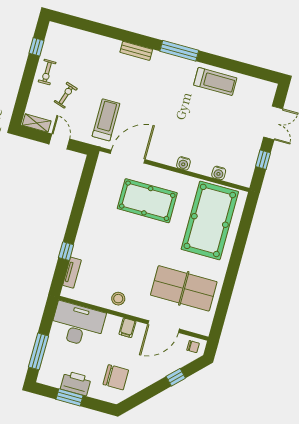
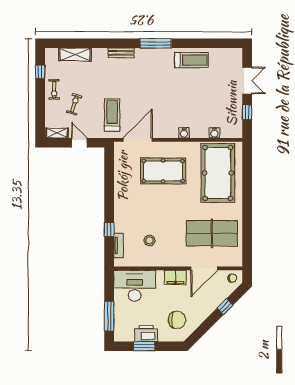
shelving: (82, 38) -> (75, 55), added
stool: (118, 299) -> (150, 240), moved
filing cabinet: (127, 328) -> (175, 277), width x2.00

